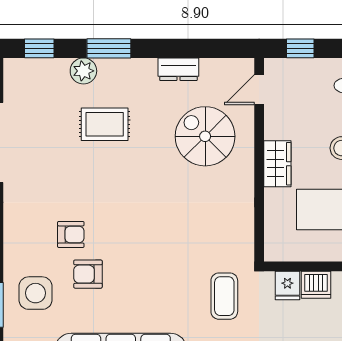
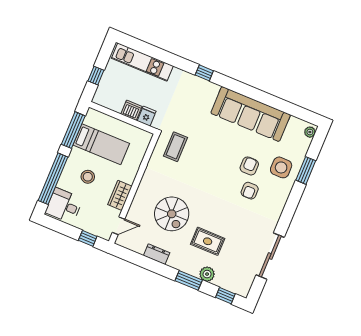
spiral stairs: (205, 136) -> (172, 214), moved
wardrobe: (277, 164) -> (120, 195), moved
armchair: (71, 234) -> (250, 191), turned -90
armchair: (88, 274) -> (249, 166), turned -90
coffee table: (224, 296) -> (175, 147), moved

